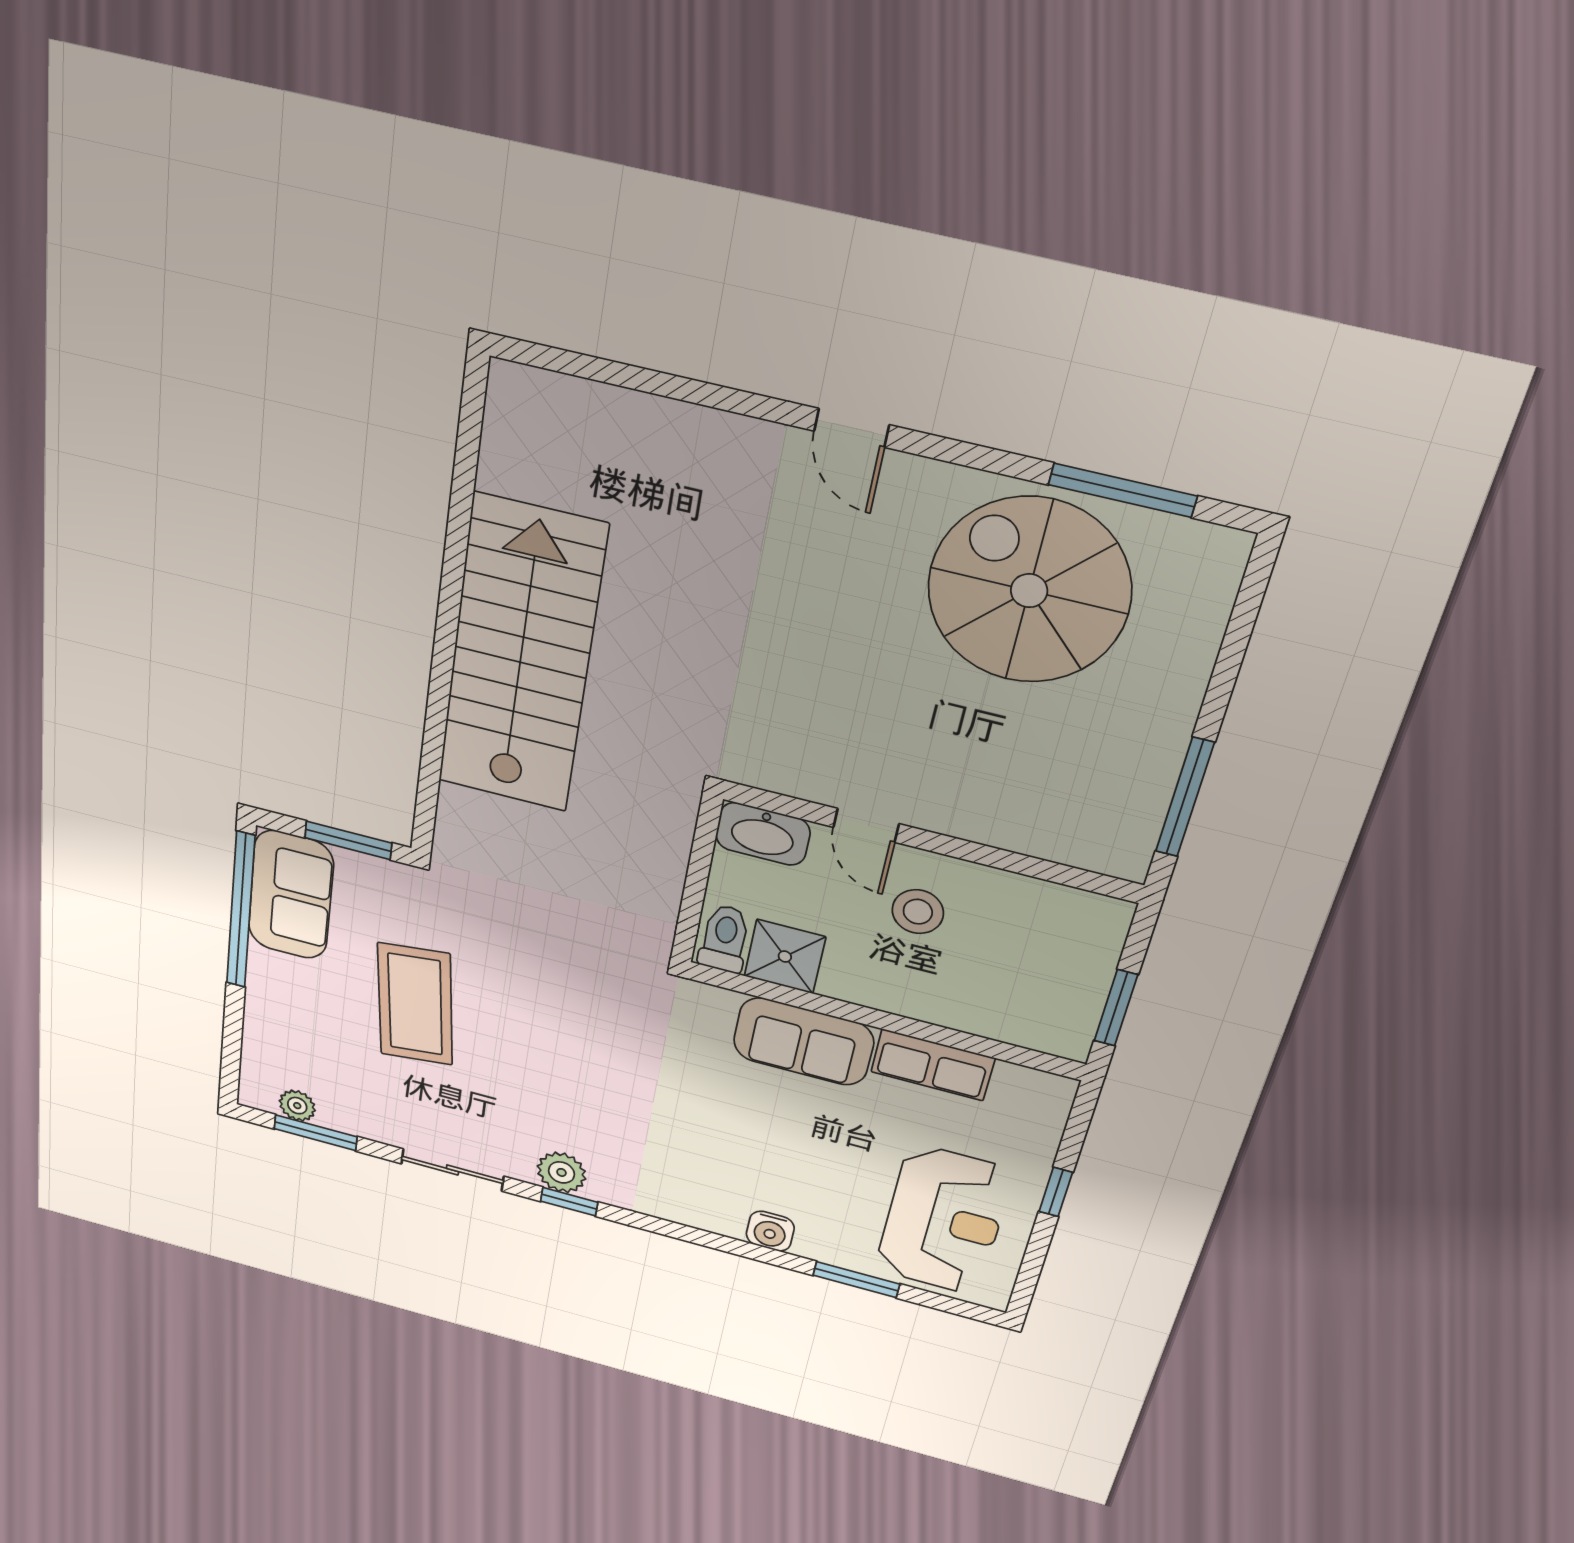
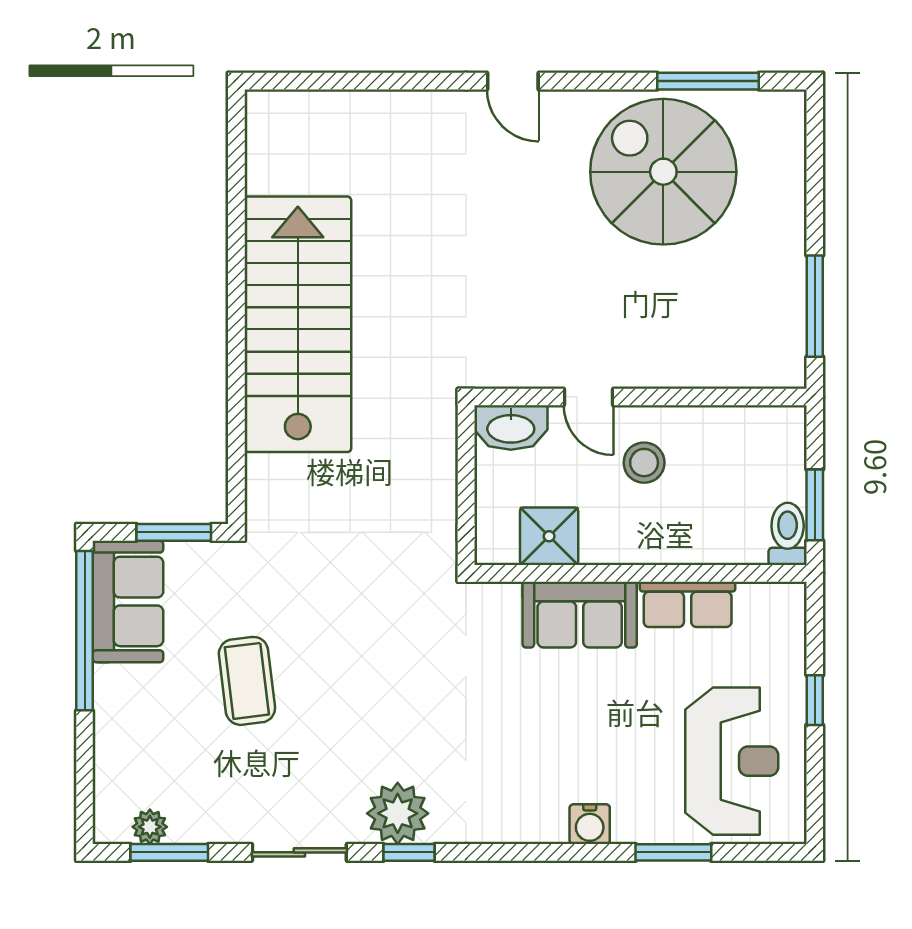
toilet: (725, 939) -> (788, 534), moved
coffee table: (415, 1004) -> (247, 681), width x0.73, depth x0.76
plant: (561, 1172) -> (398, 813), width x1.36, depth x1.36

